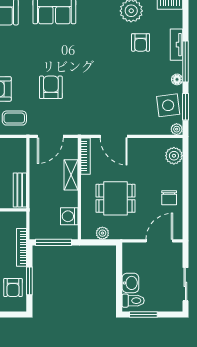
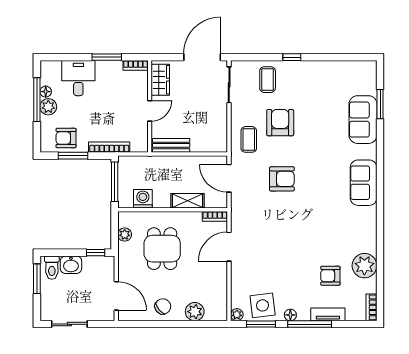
bookcase: (86, 156) -> (215, 216), width x0.64
plant: (174, 156) -> (195, 312), moved
chair: (169, 198) -> (163, 306), turned 141
window: (119, 260) -> (96, 253), added

